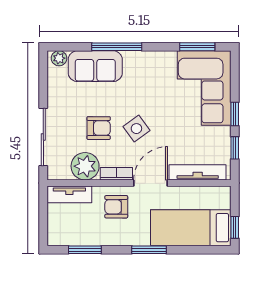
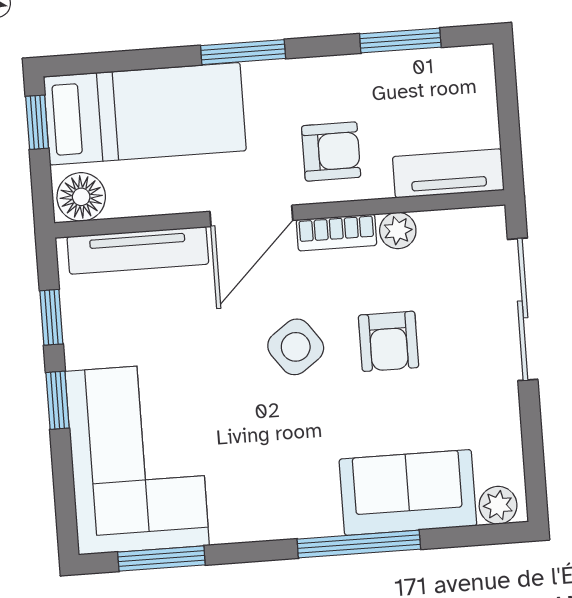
armchair: (99, 128) -> (389, 341), turned -90
plant: (85, 166) -> (398, 231), width x0.53, depth x0.53
floor lamp: (219, 196) -> (81, 197), added

